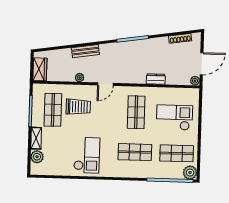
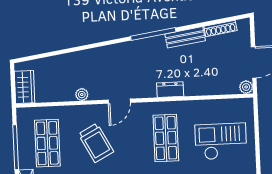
bench: (85, 51) -> (185, 37), moved
dresser: (156, 79) -> (170, 90), moved
trolley: (78, 107) -> (96, 143), moved, turned 62

